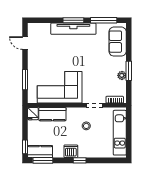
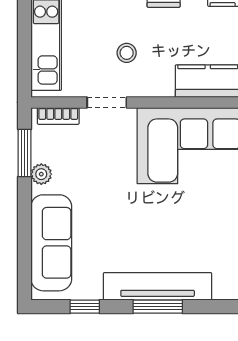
window: (104, 20) -> (85, 307), width x0.46
sofa: (118, 42) -> (51, 243), width x1.36
window: (129, 71) -> (24, 153), moved

